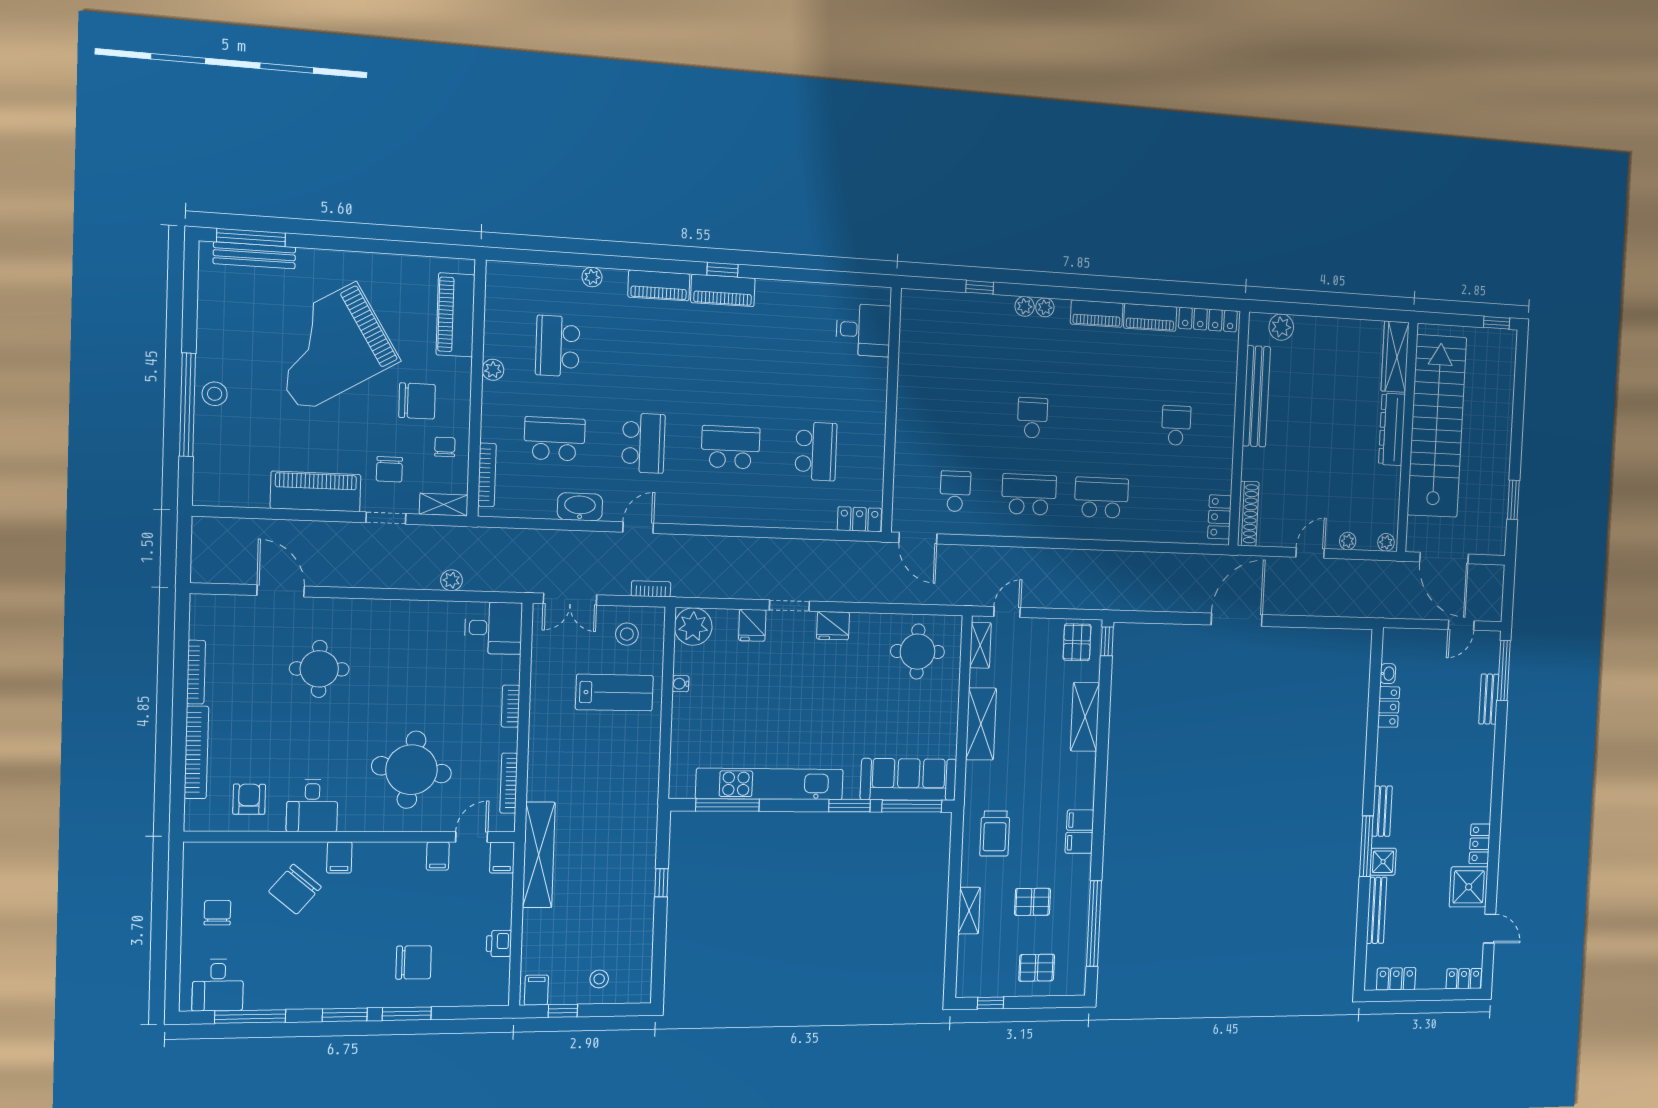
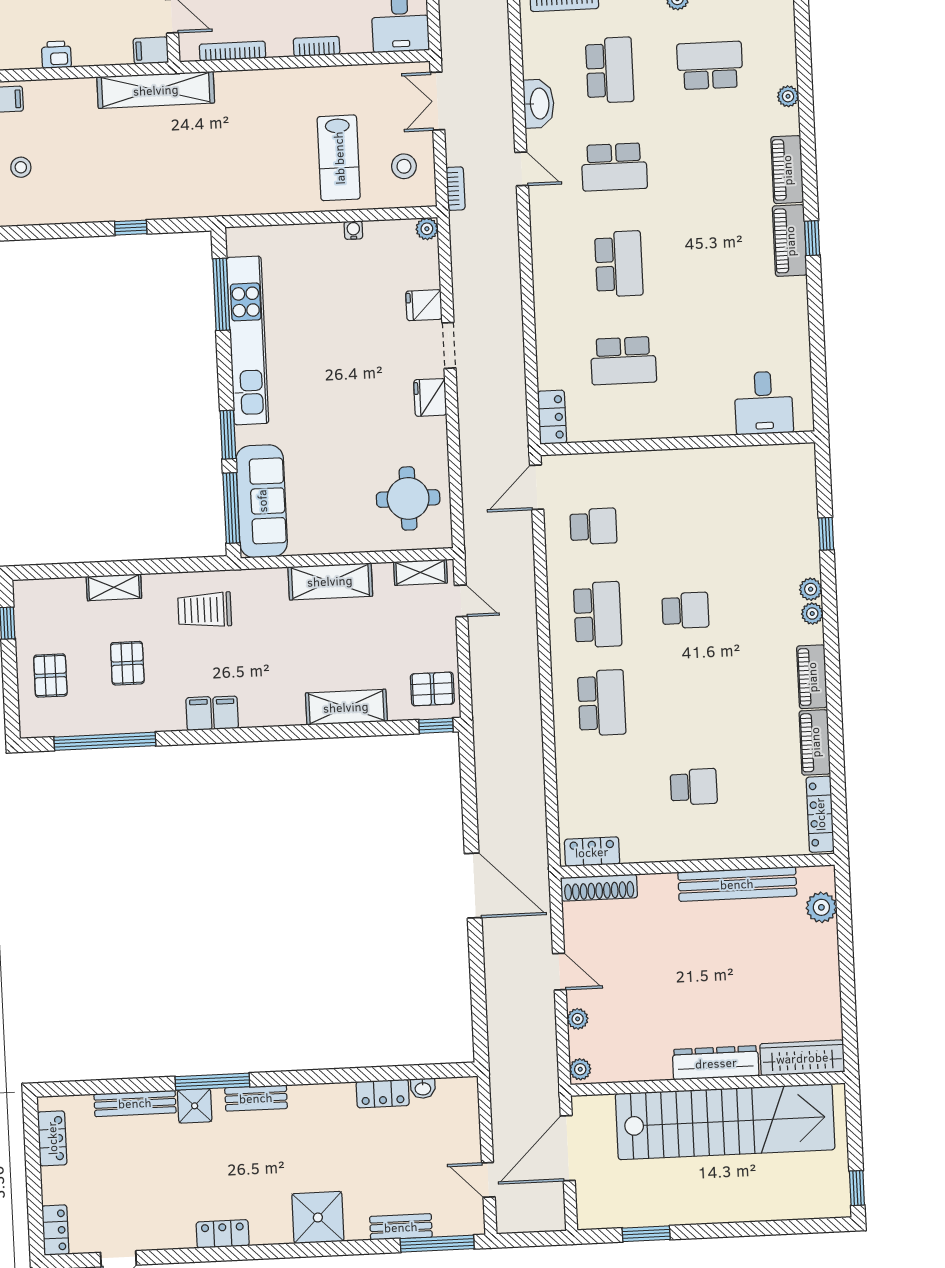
plant: (693, 627) -> (427, 229), width x0.53, depth x0.53
shower: (1469, 887) -> (318, 1217), moved

